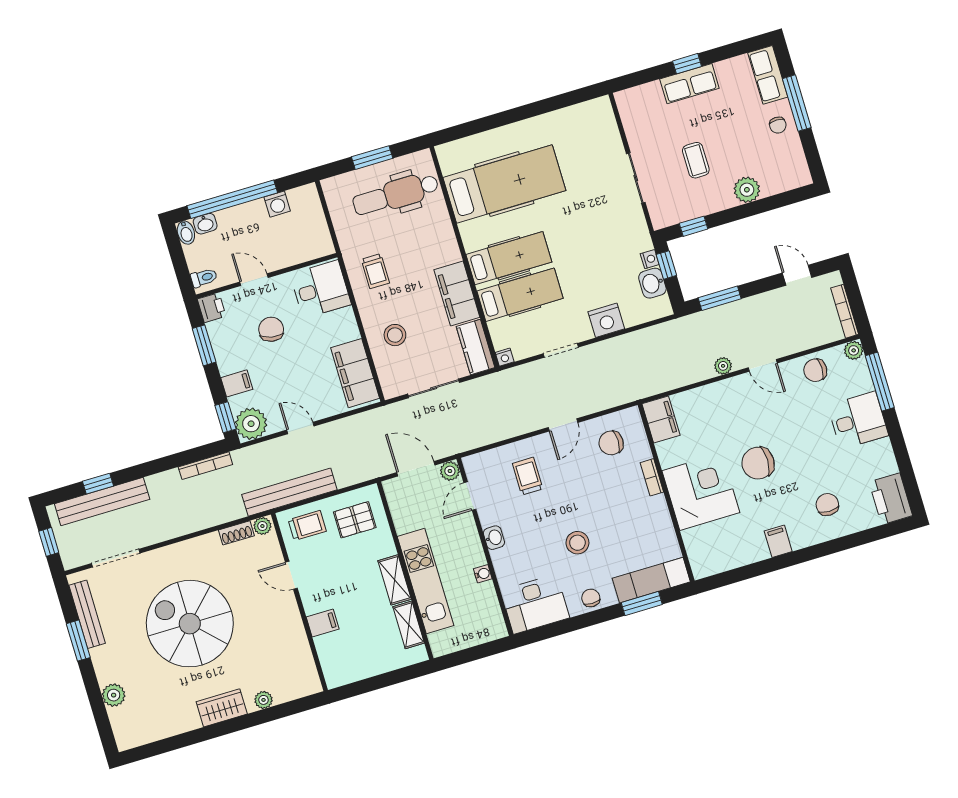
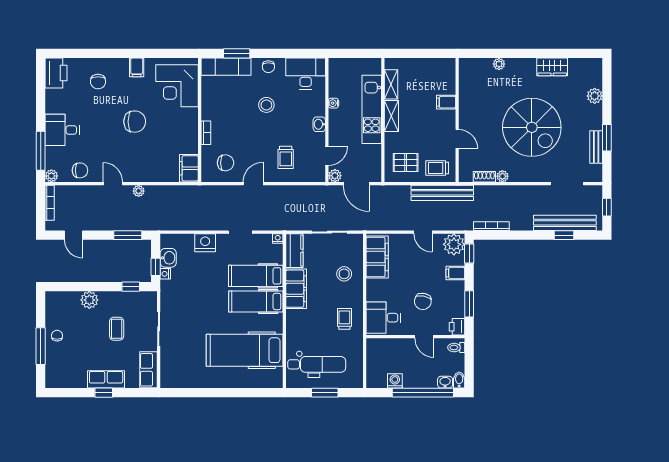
row of seats: (768, 75) -> (149, 370), moved, turned 180
corner desk: (701, 492) -> (177, 86), moved
plant: (262, 526) -> (502, 176), moved
bench: (87, 614) -> (596, 147), width x0.73
wardrobe: (222, 708) -> (552, 67), moved

